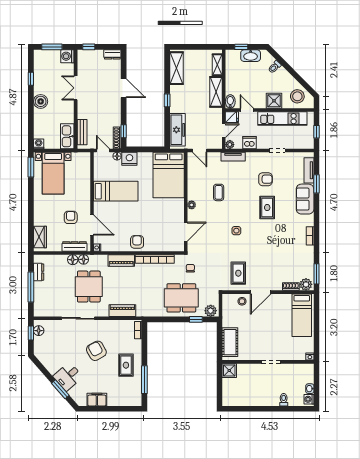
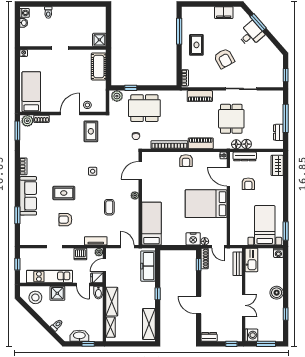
tv unit: (309, 170) -> (25, 228), removed
bed: (169, 175) -> (151, 224), width x0.67
bed: (116, 191) -> (206, 204), width x1.50
sofa: (305, 199) -> (28, 196), width x1.36
rug: (267, 208) -> (64, 193), turned 90
floor lamp: (39, 331) -> (278, 77), removed

